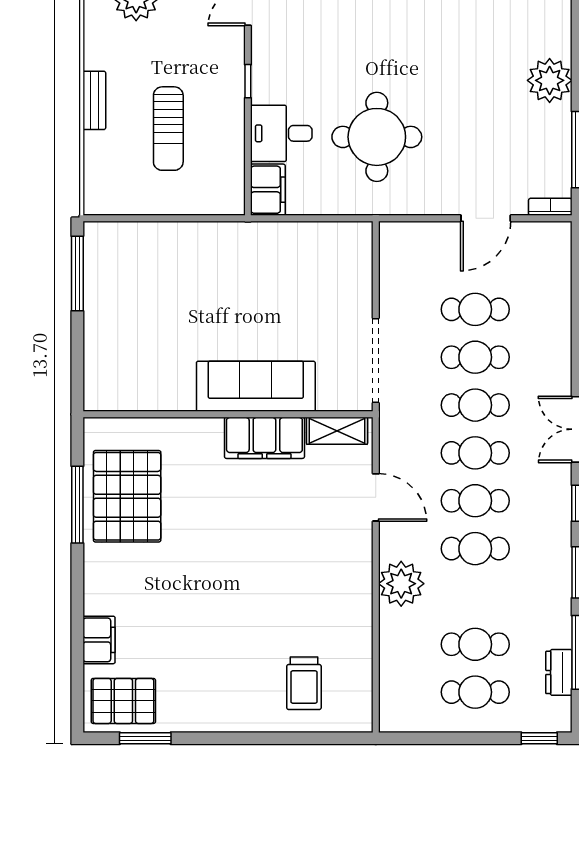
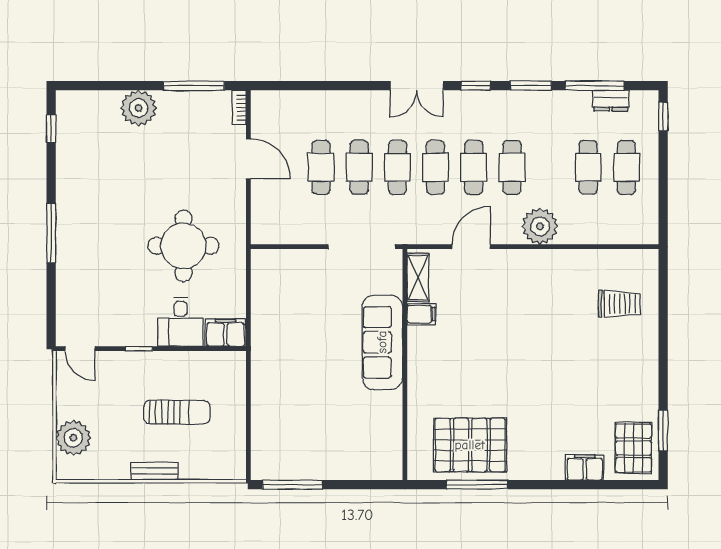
filing cabinet: (264, 438) -> (421, 314), width x0.33, depth x0.86

